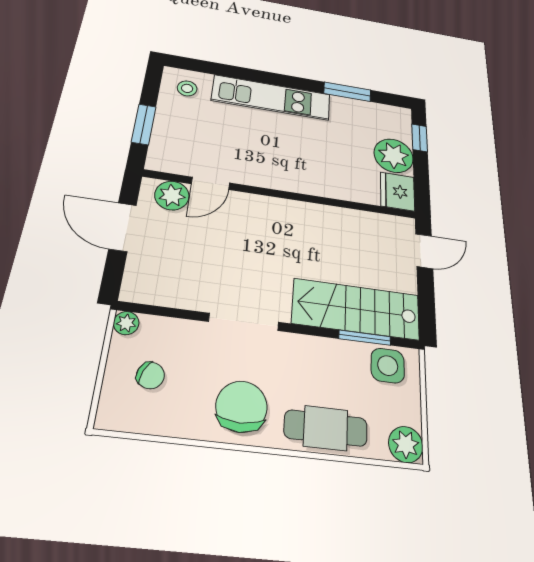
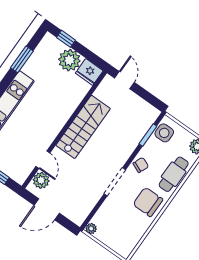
stairs: (356, 309) -> (83, 127), moved, turned 180
chair: (150, 375) -> (141, 165), moved

